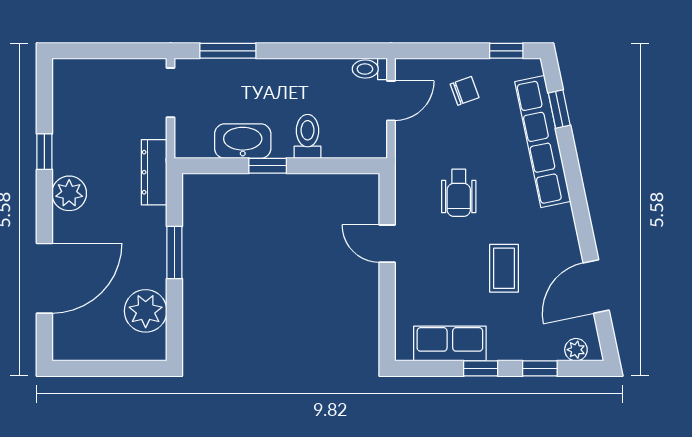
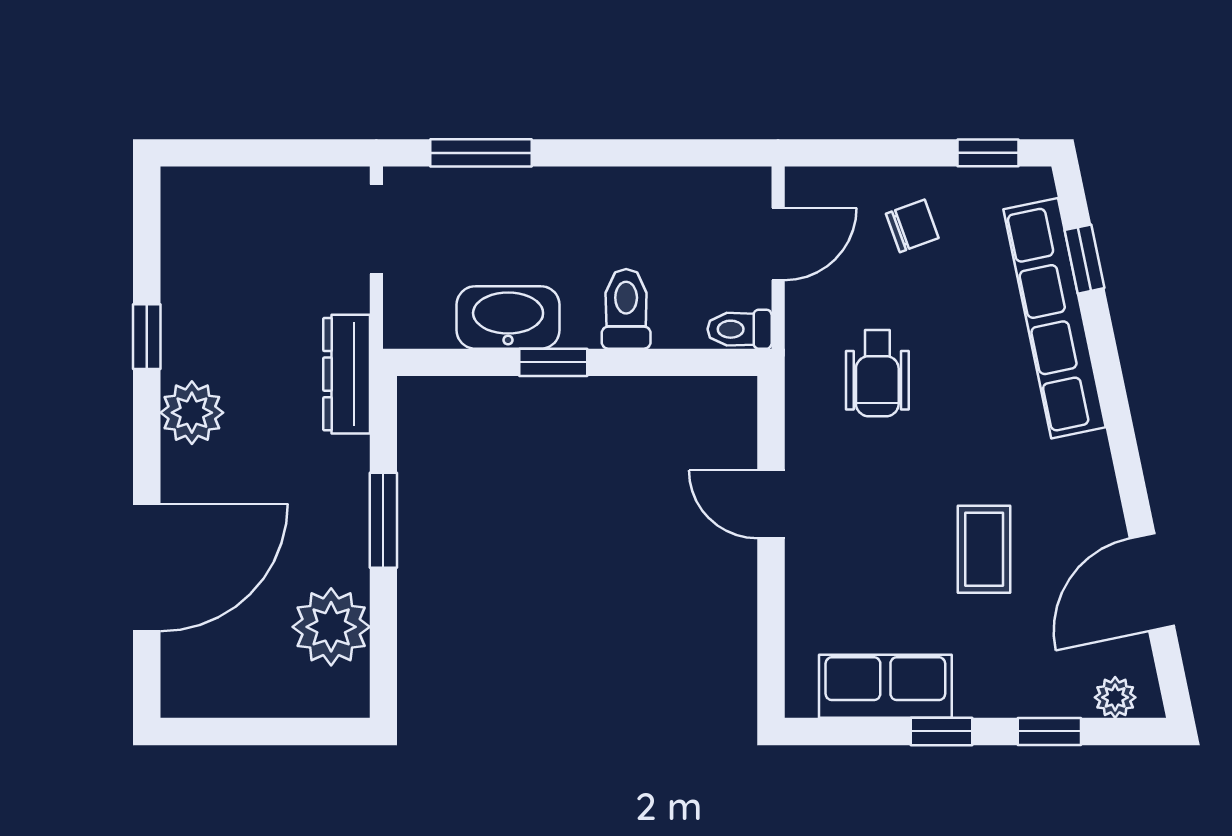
toilet: (370, 69) -> (740, 329), moved
wheelchair: (459, 193) -> (877, 373), moved

